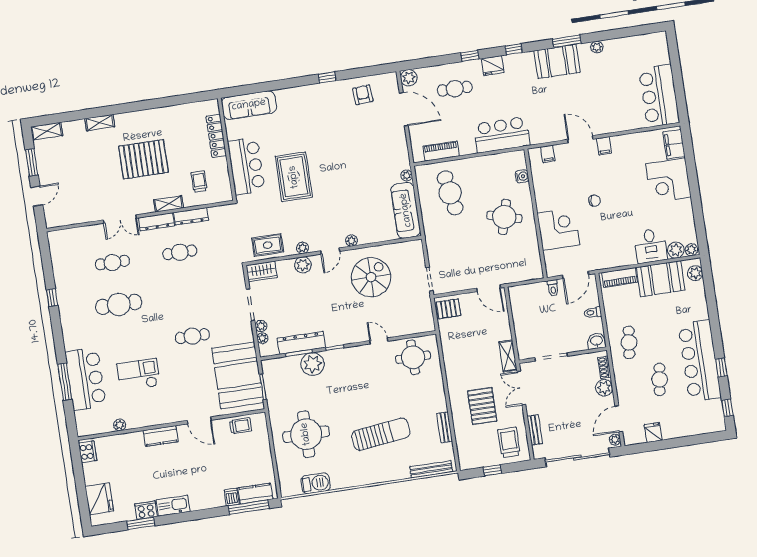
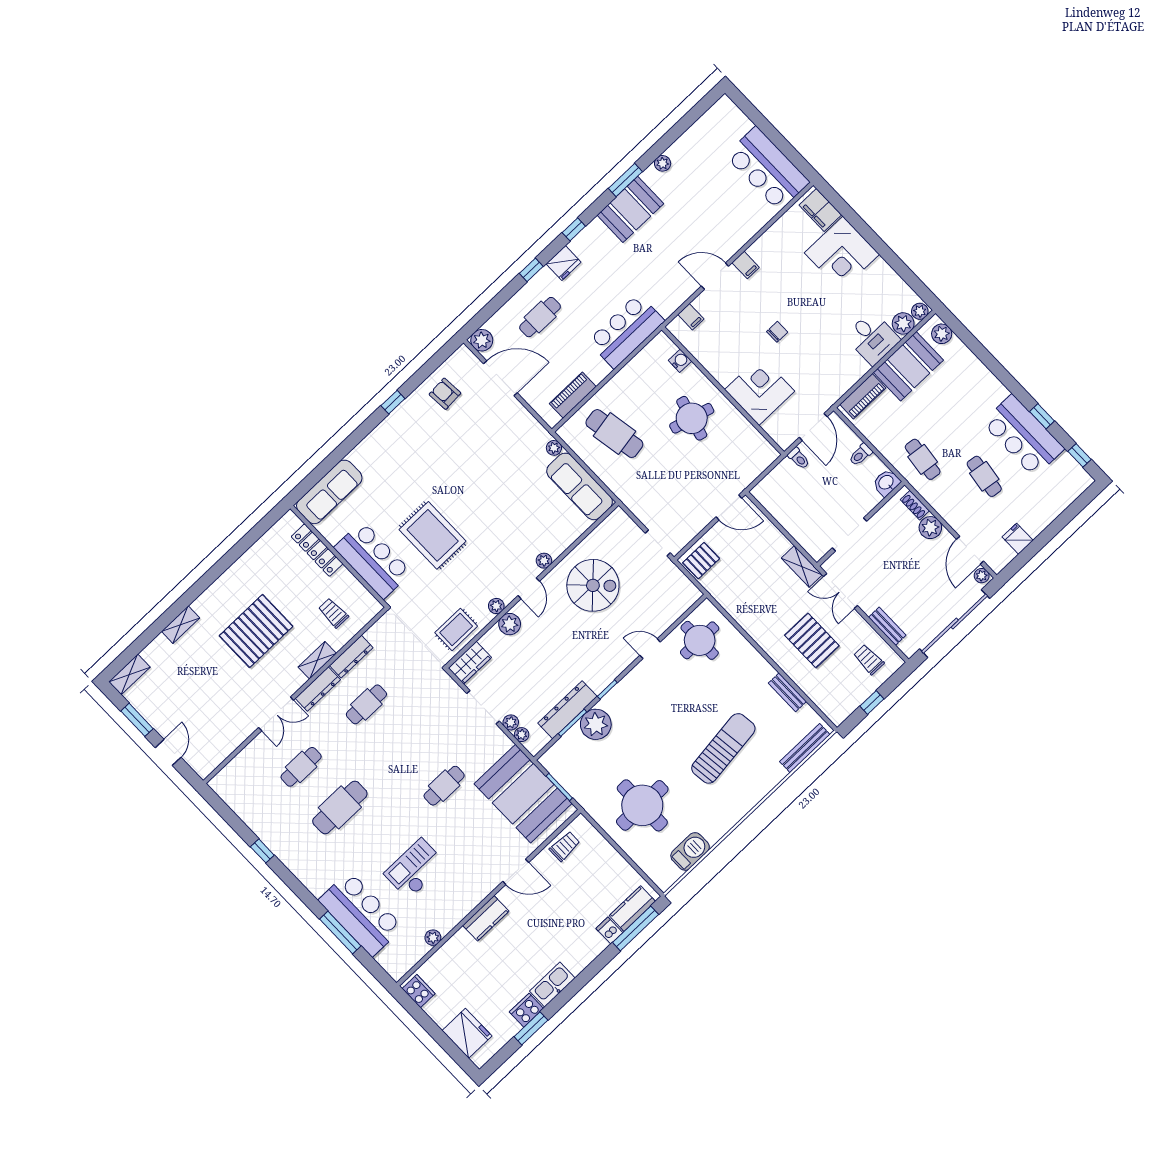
spiral stairs: (371, 277) -> (593, 585), turned 90
bar counter: (700, 361) -> (1023, 436), width x0.73
trolley: (509, 442) -> (869, 659), width x0.73, depth x0.72

